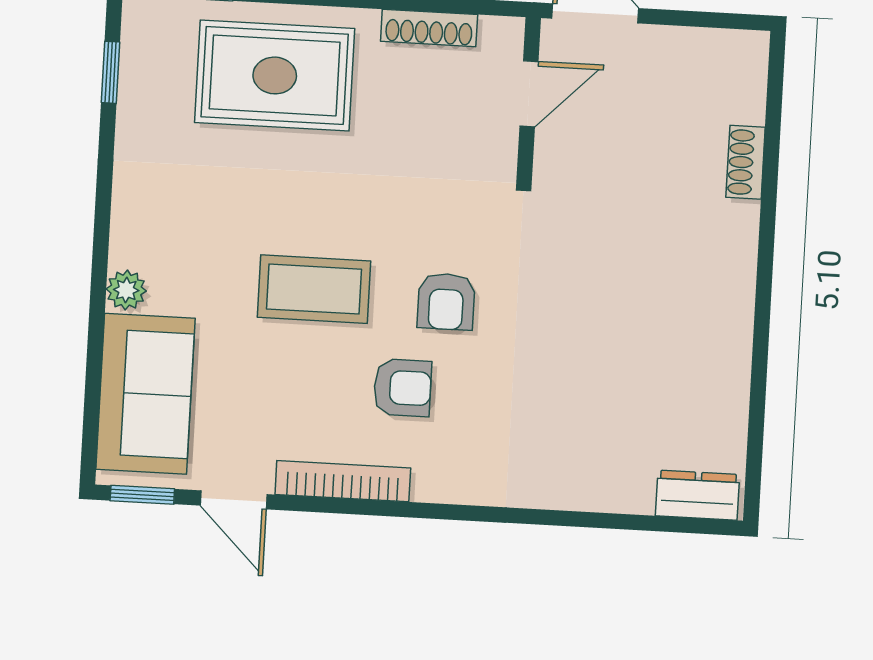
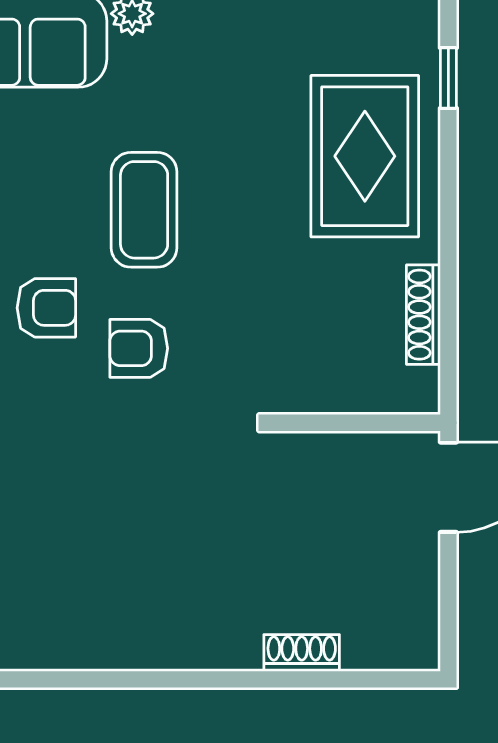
door: (529, 94) -> (361, 423), removed
armchair: (402, 388) -> (46, 308), turned -90

